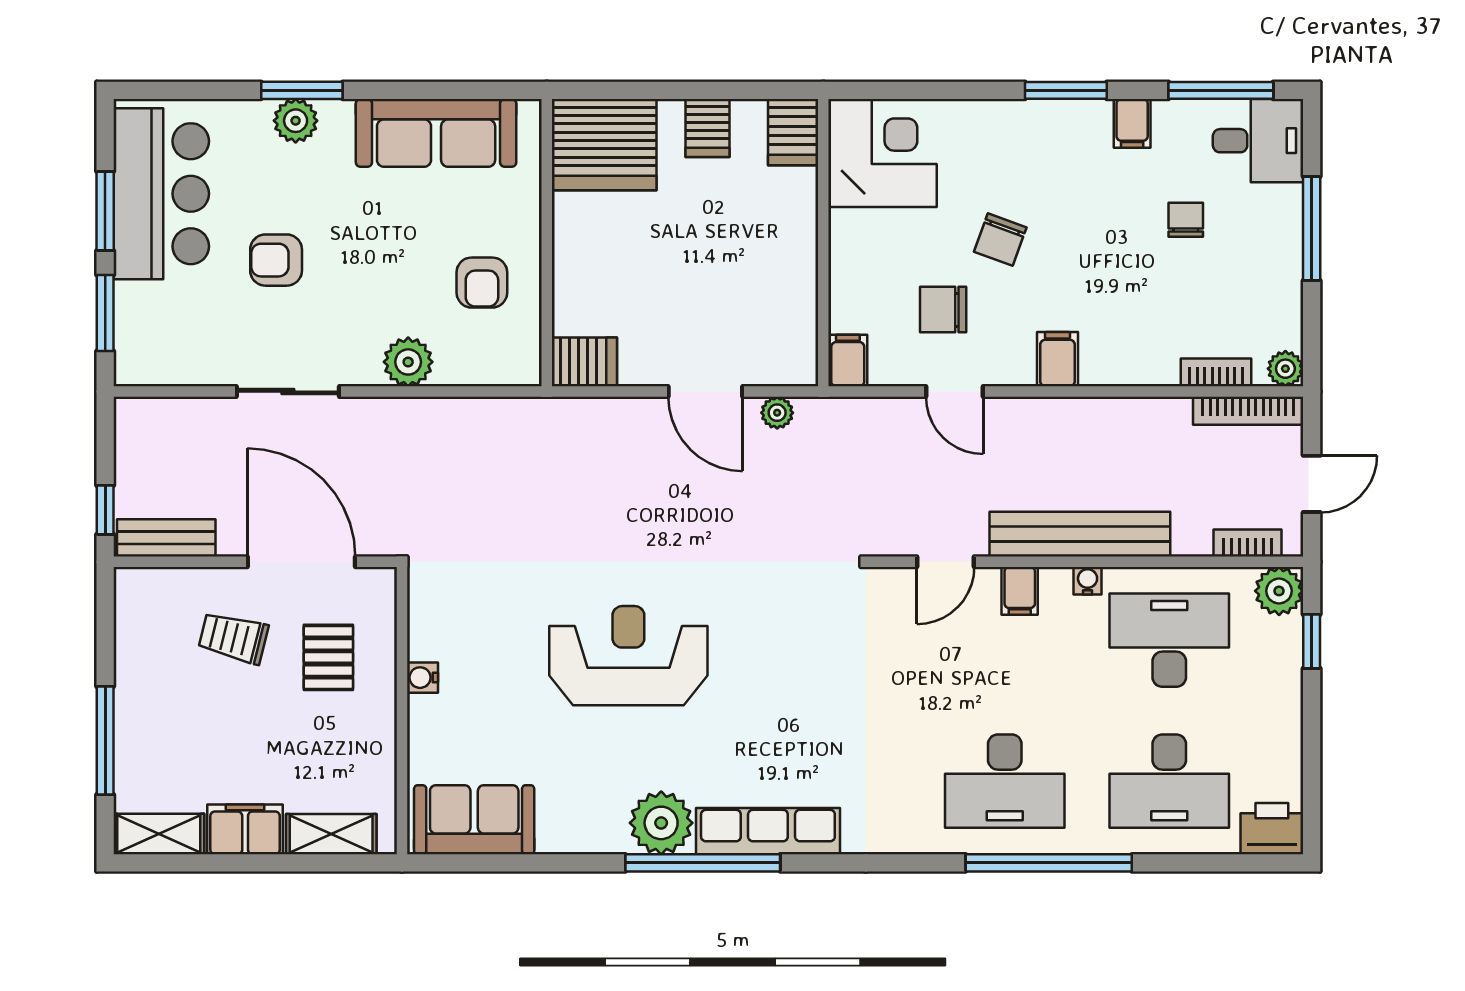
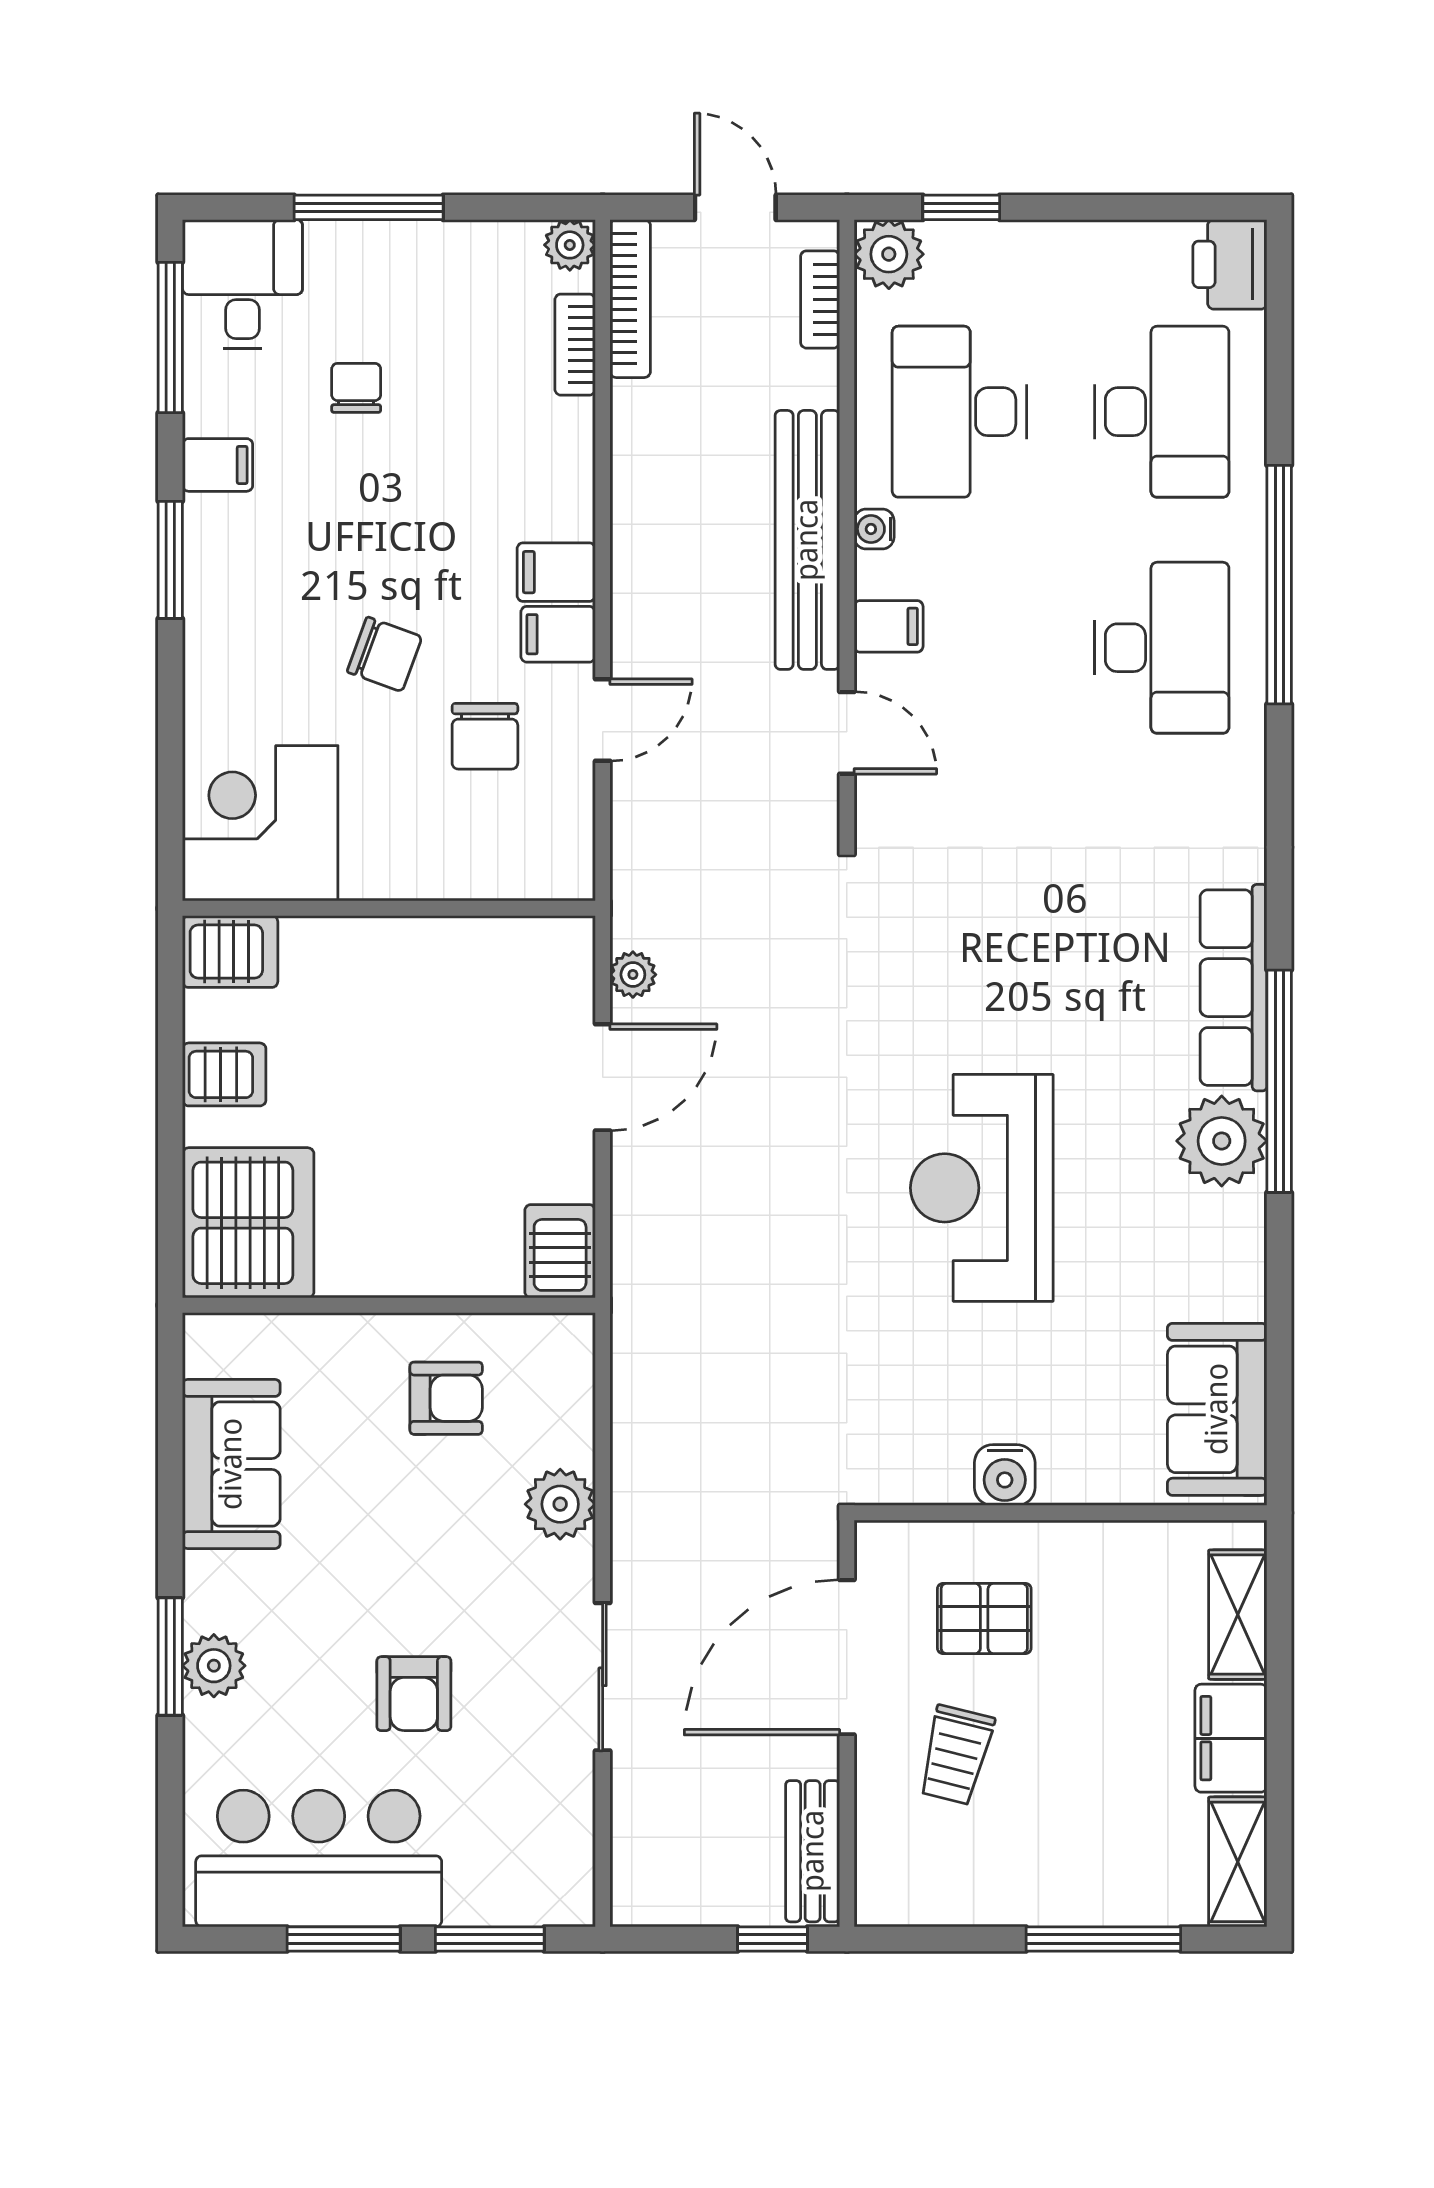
sofa: (436, 133) -> (231, 1464), width x0.73
chair: (1186, 220) -> (356, 388), turned 90
filing cabinet: (848, 361) -> (558, 634), moved
water cooler: (422, 678) -> (1005, 1475), width x1.38, depth x1.38

